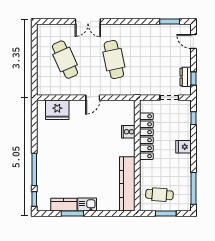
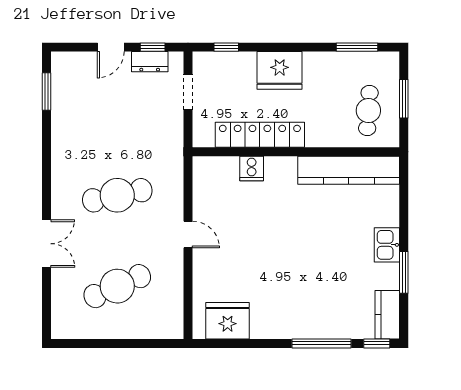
door: (193, 42) -> (111, 47), moved
fridge: (57, 110) -> (228, 321), moved, turned -90
fridge: (184, 147) -> (280, 70), width x1.88, depth x1.34
window: (193, 188) -> (357, 47), width x0.69
kitchen counter: (64, 205) -> (387, 315), moved

